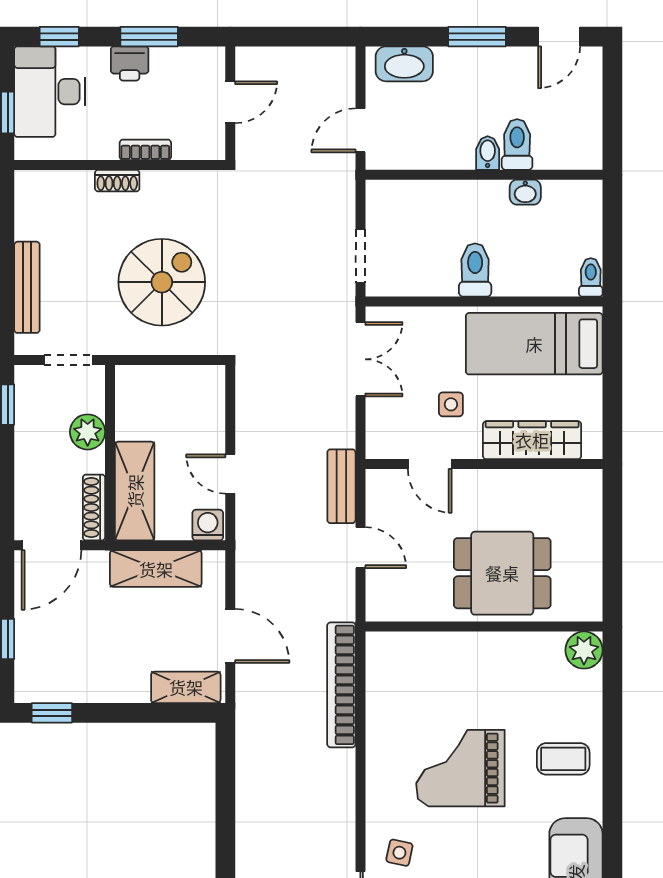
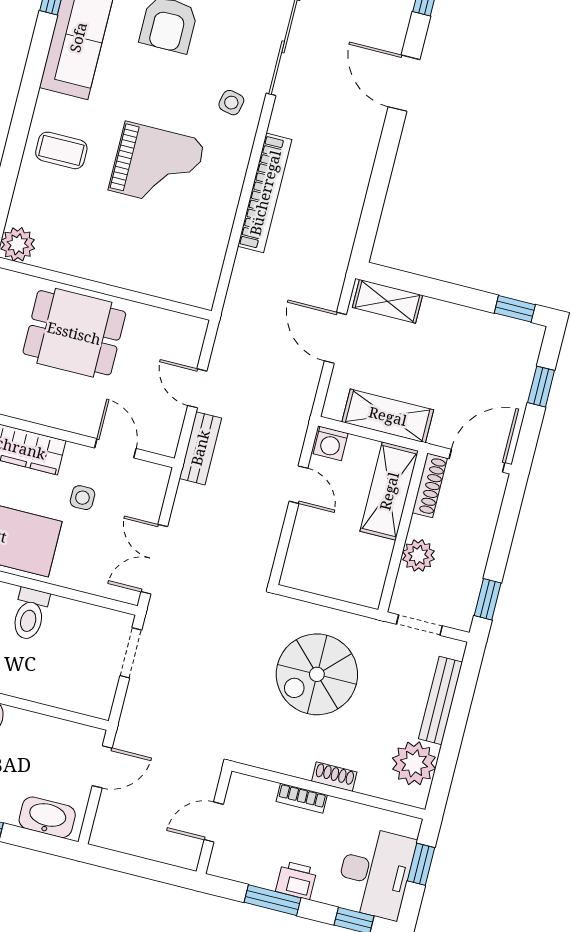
plant: (38, 215) -> (414, 763), added
bookcase: (341, 685) -> (265, 193), moved

